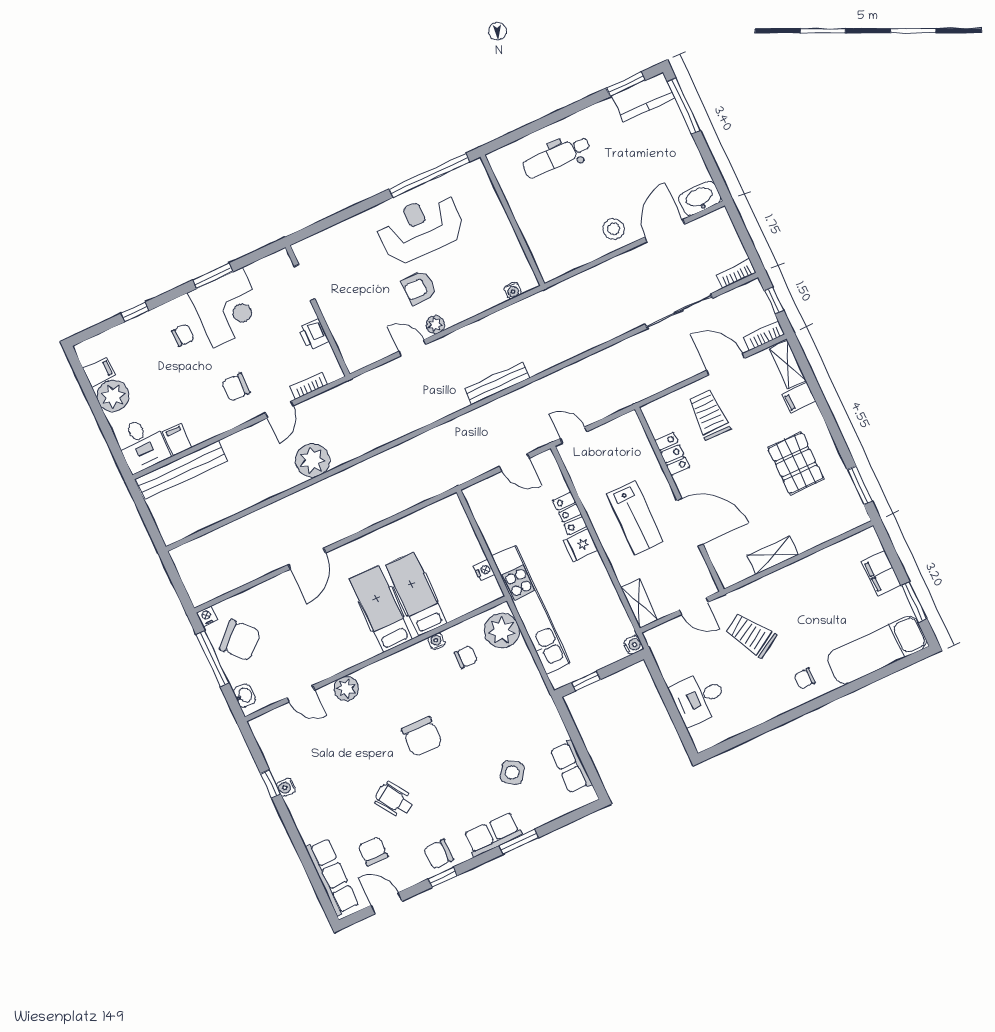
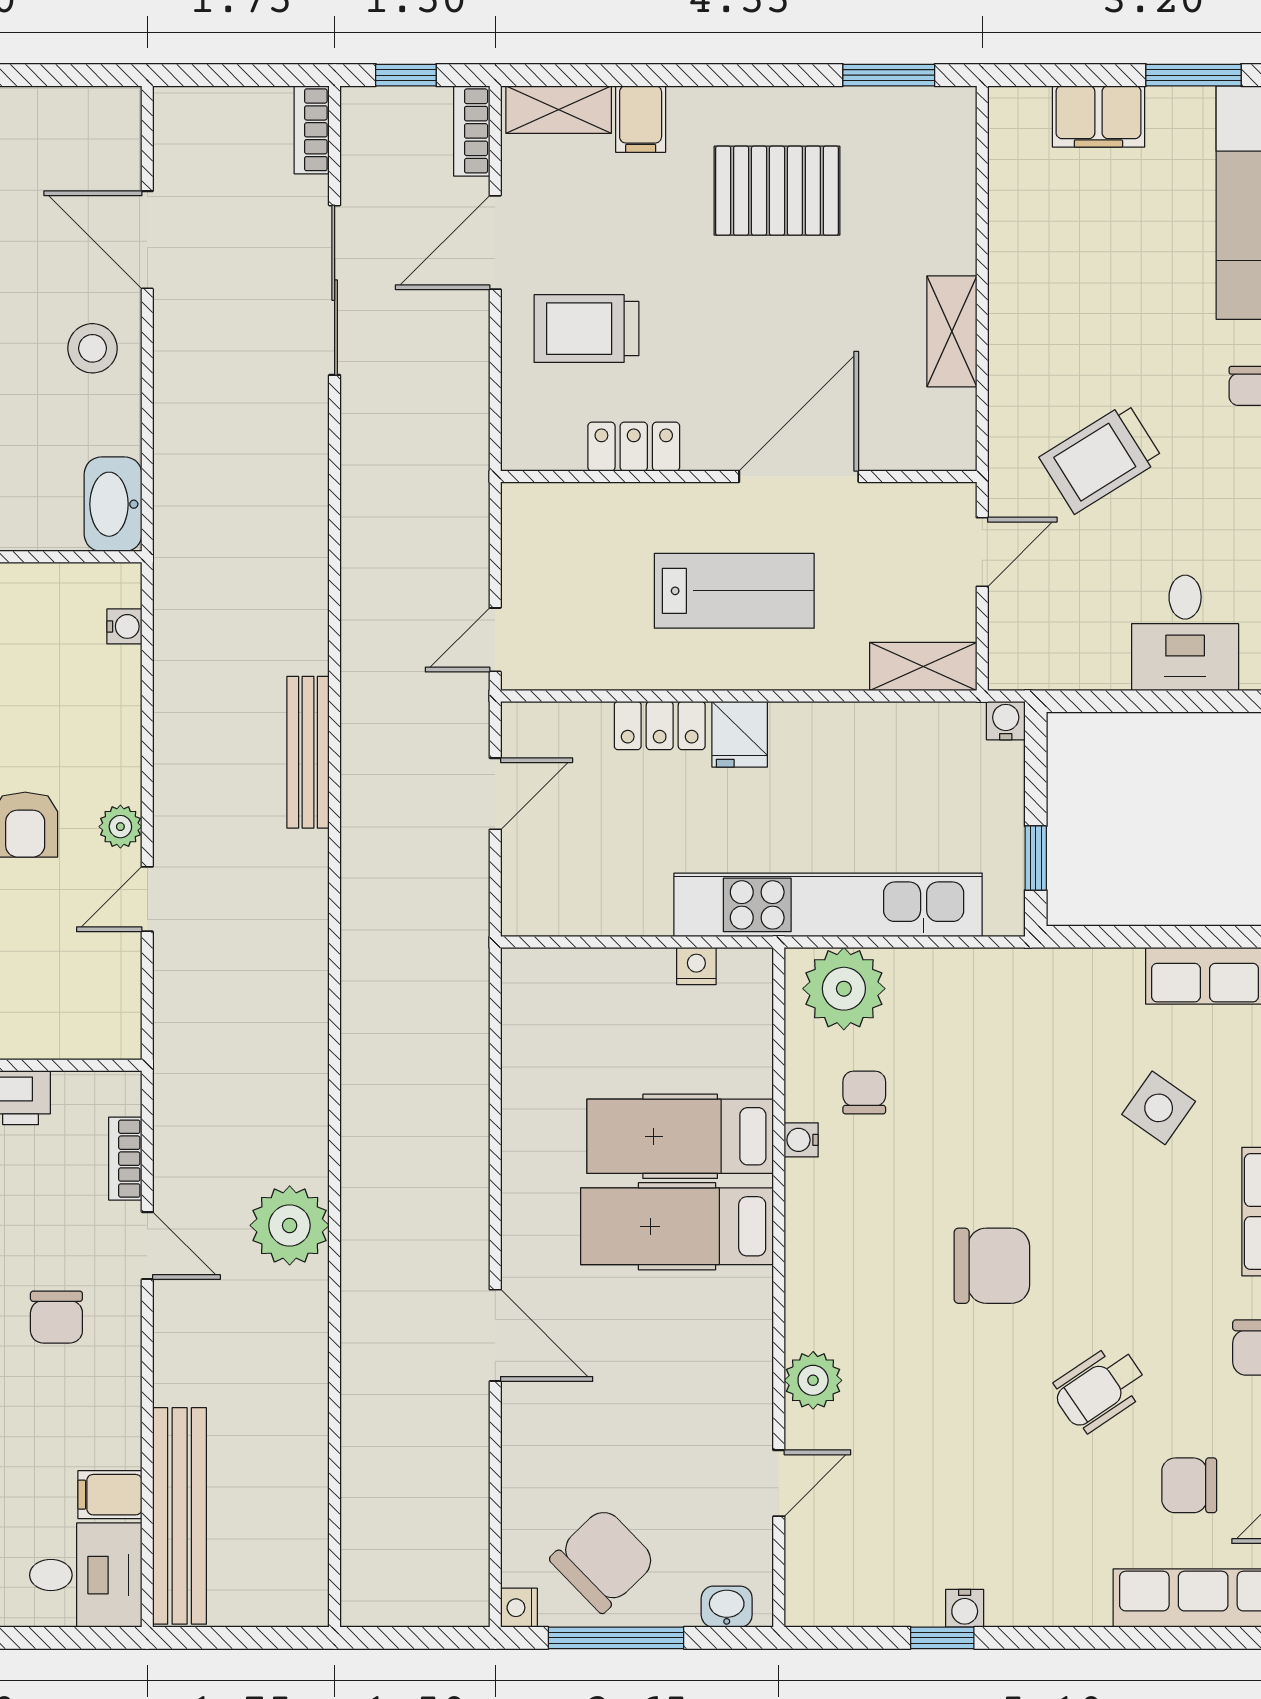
washbasin: (700, 198) -> (113, 504), moved

